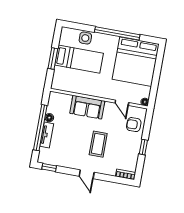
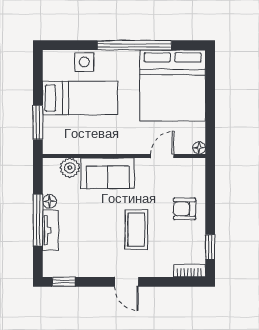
window: (53, 58) -> (38, 122), moved
plant: (65, 100) -> (70, 168), added
door: (122, 103) -> (162, 156), swing flipped
armchair: (134, 125) -> (185, 209), moved
window: (40, 128) -> (38, 220), width x0.68
window: (143, 147) -> (210, 247), moved

